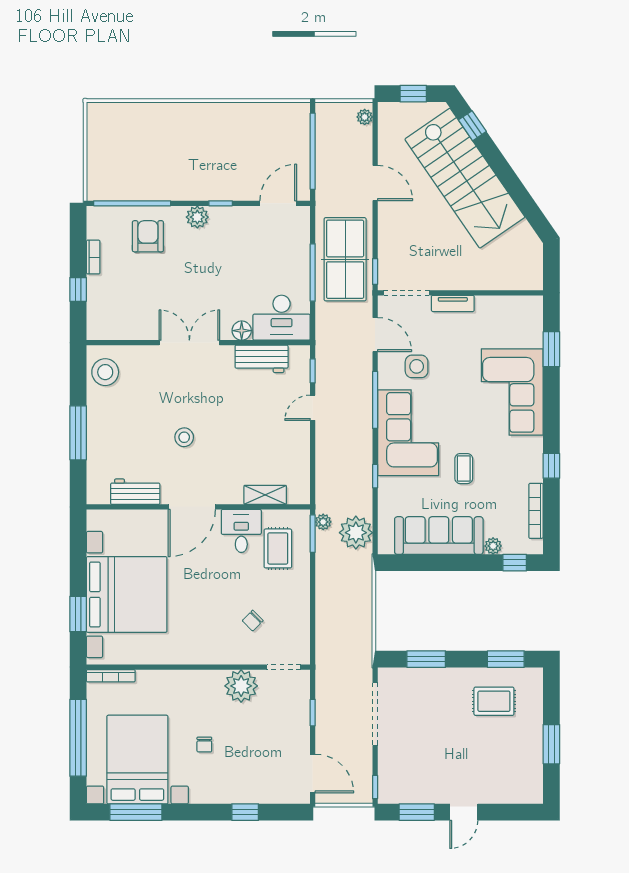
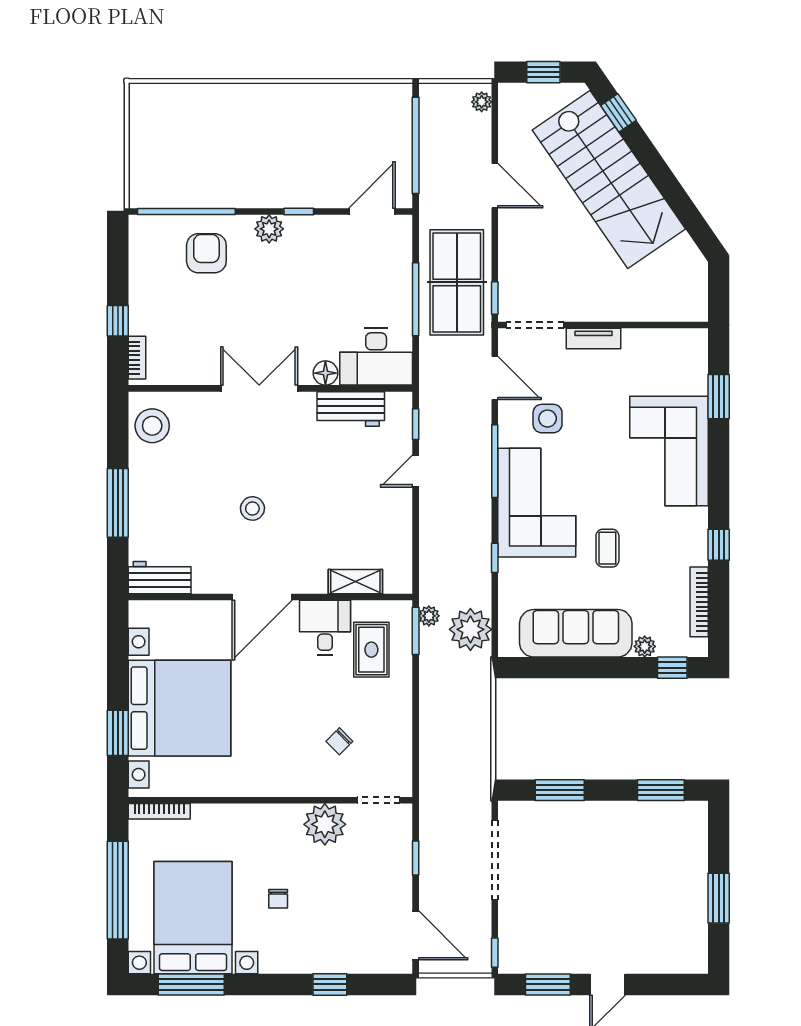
bookcase: (93, 257) -> (137, 358), moved
workbench: (135, 492) -> (160, 578), moved
rug: (494, 701) -> (646, 844), removed

